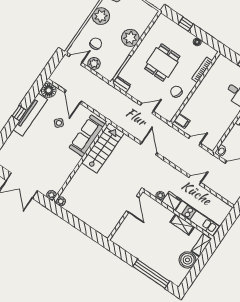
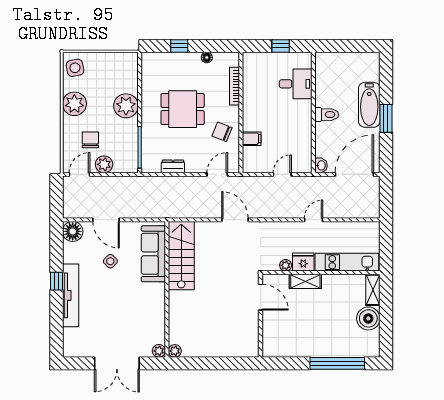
dining table: (162, 62) -> (183, 109), turned 90
dresser: (122, 84) -> (173, 166), moved
door: (147, 108) -> (217, 174), moved
tv unit: (30, 115) -> (71, 295), moved
filing cabinet: (182, 121) -> (252, 139), moved
shelving: (182, 224) -> (305, 281), moved

